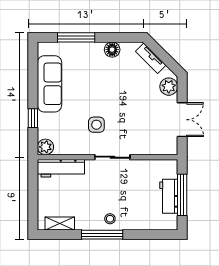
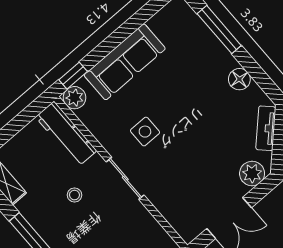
sofa: (50, 84) -> (125, 62), moved
window: (33, 118) -> (73, 76), moved
stool: (110, 219) -> (74, 195), moved

